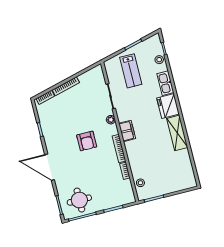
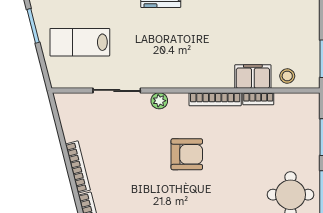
lab bench: (131, 71) -> (80, 42), turned 180
filing cabinet: (127, 131) -> (253, 76), moved

